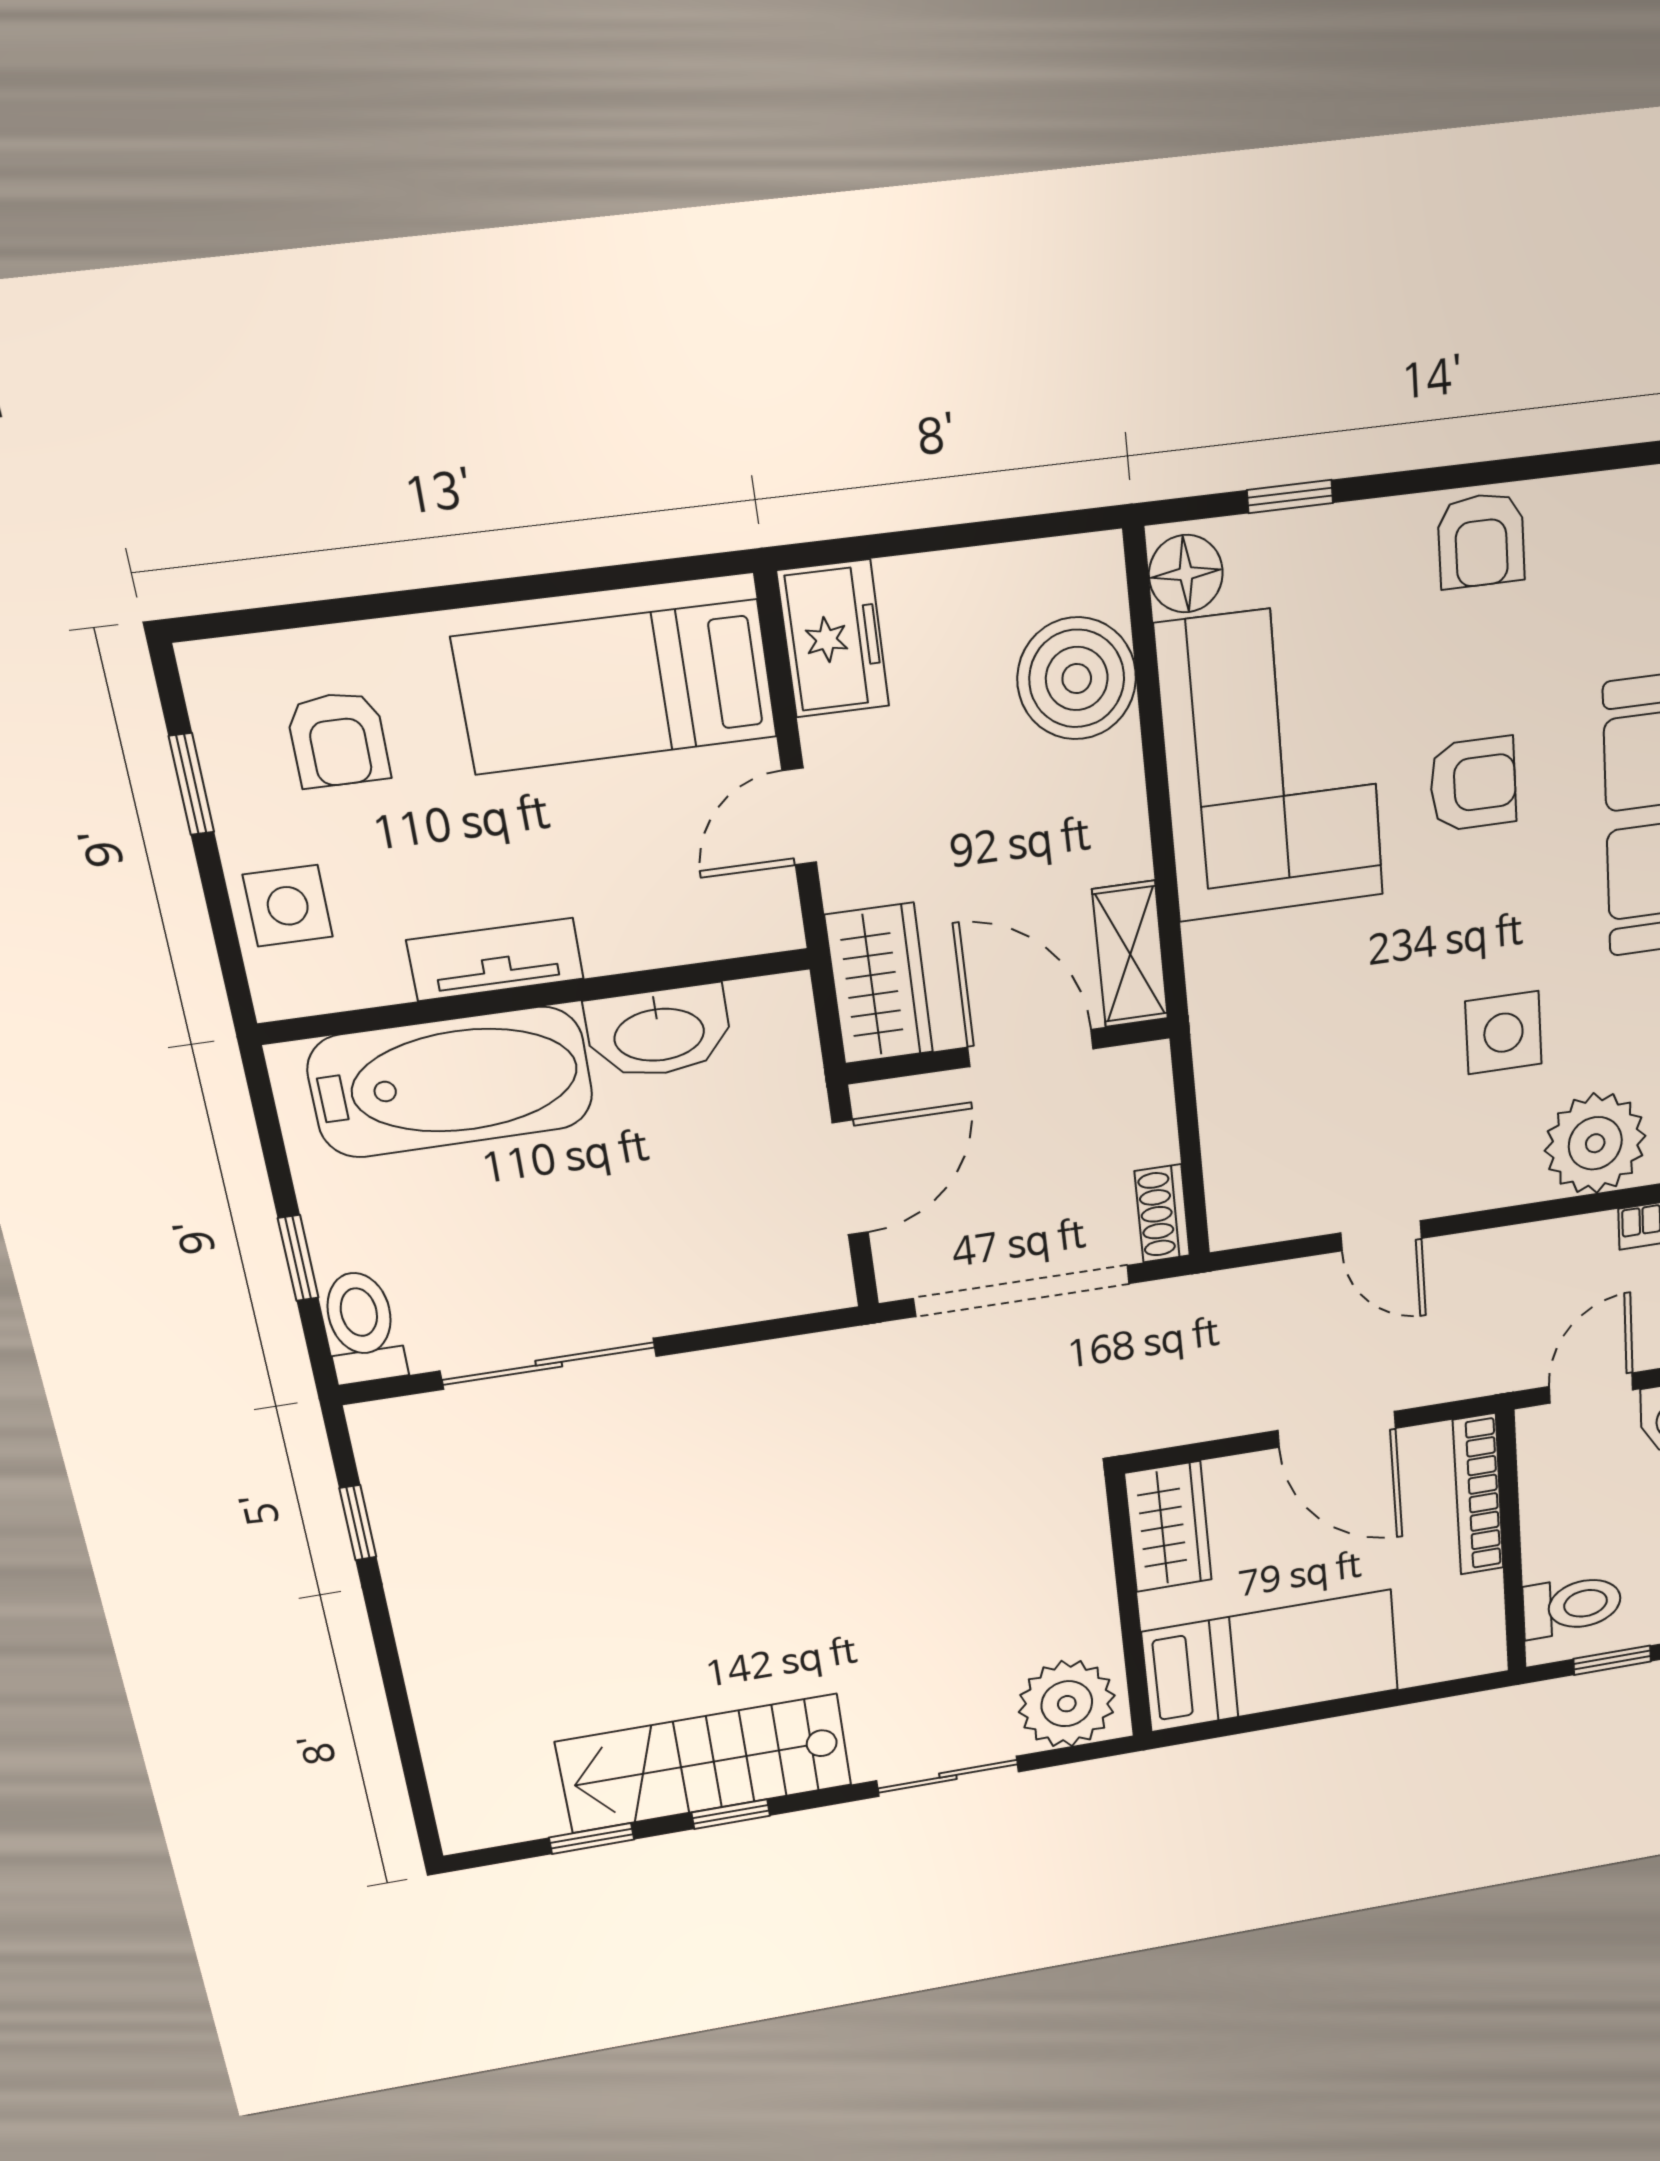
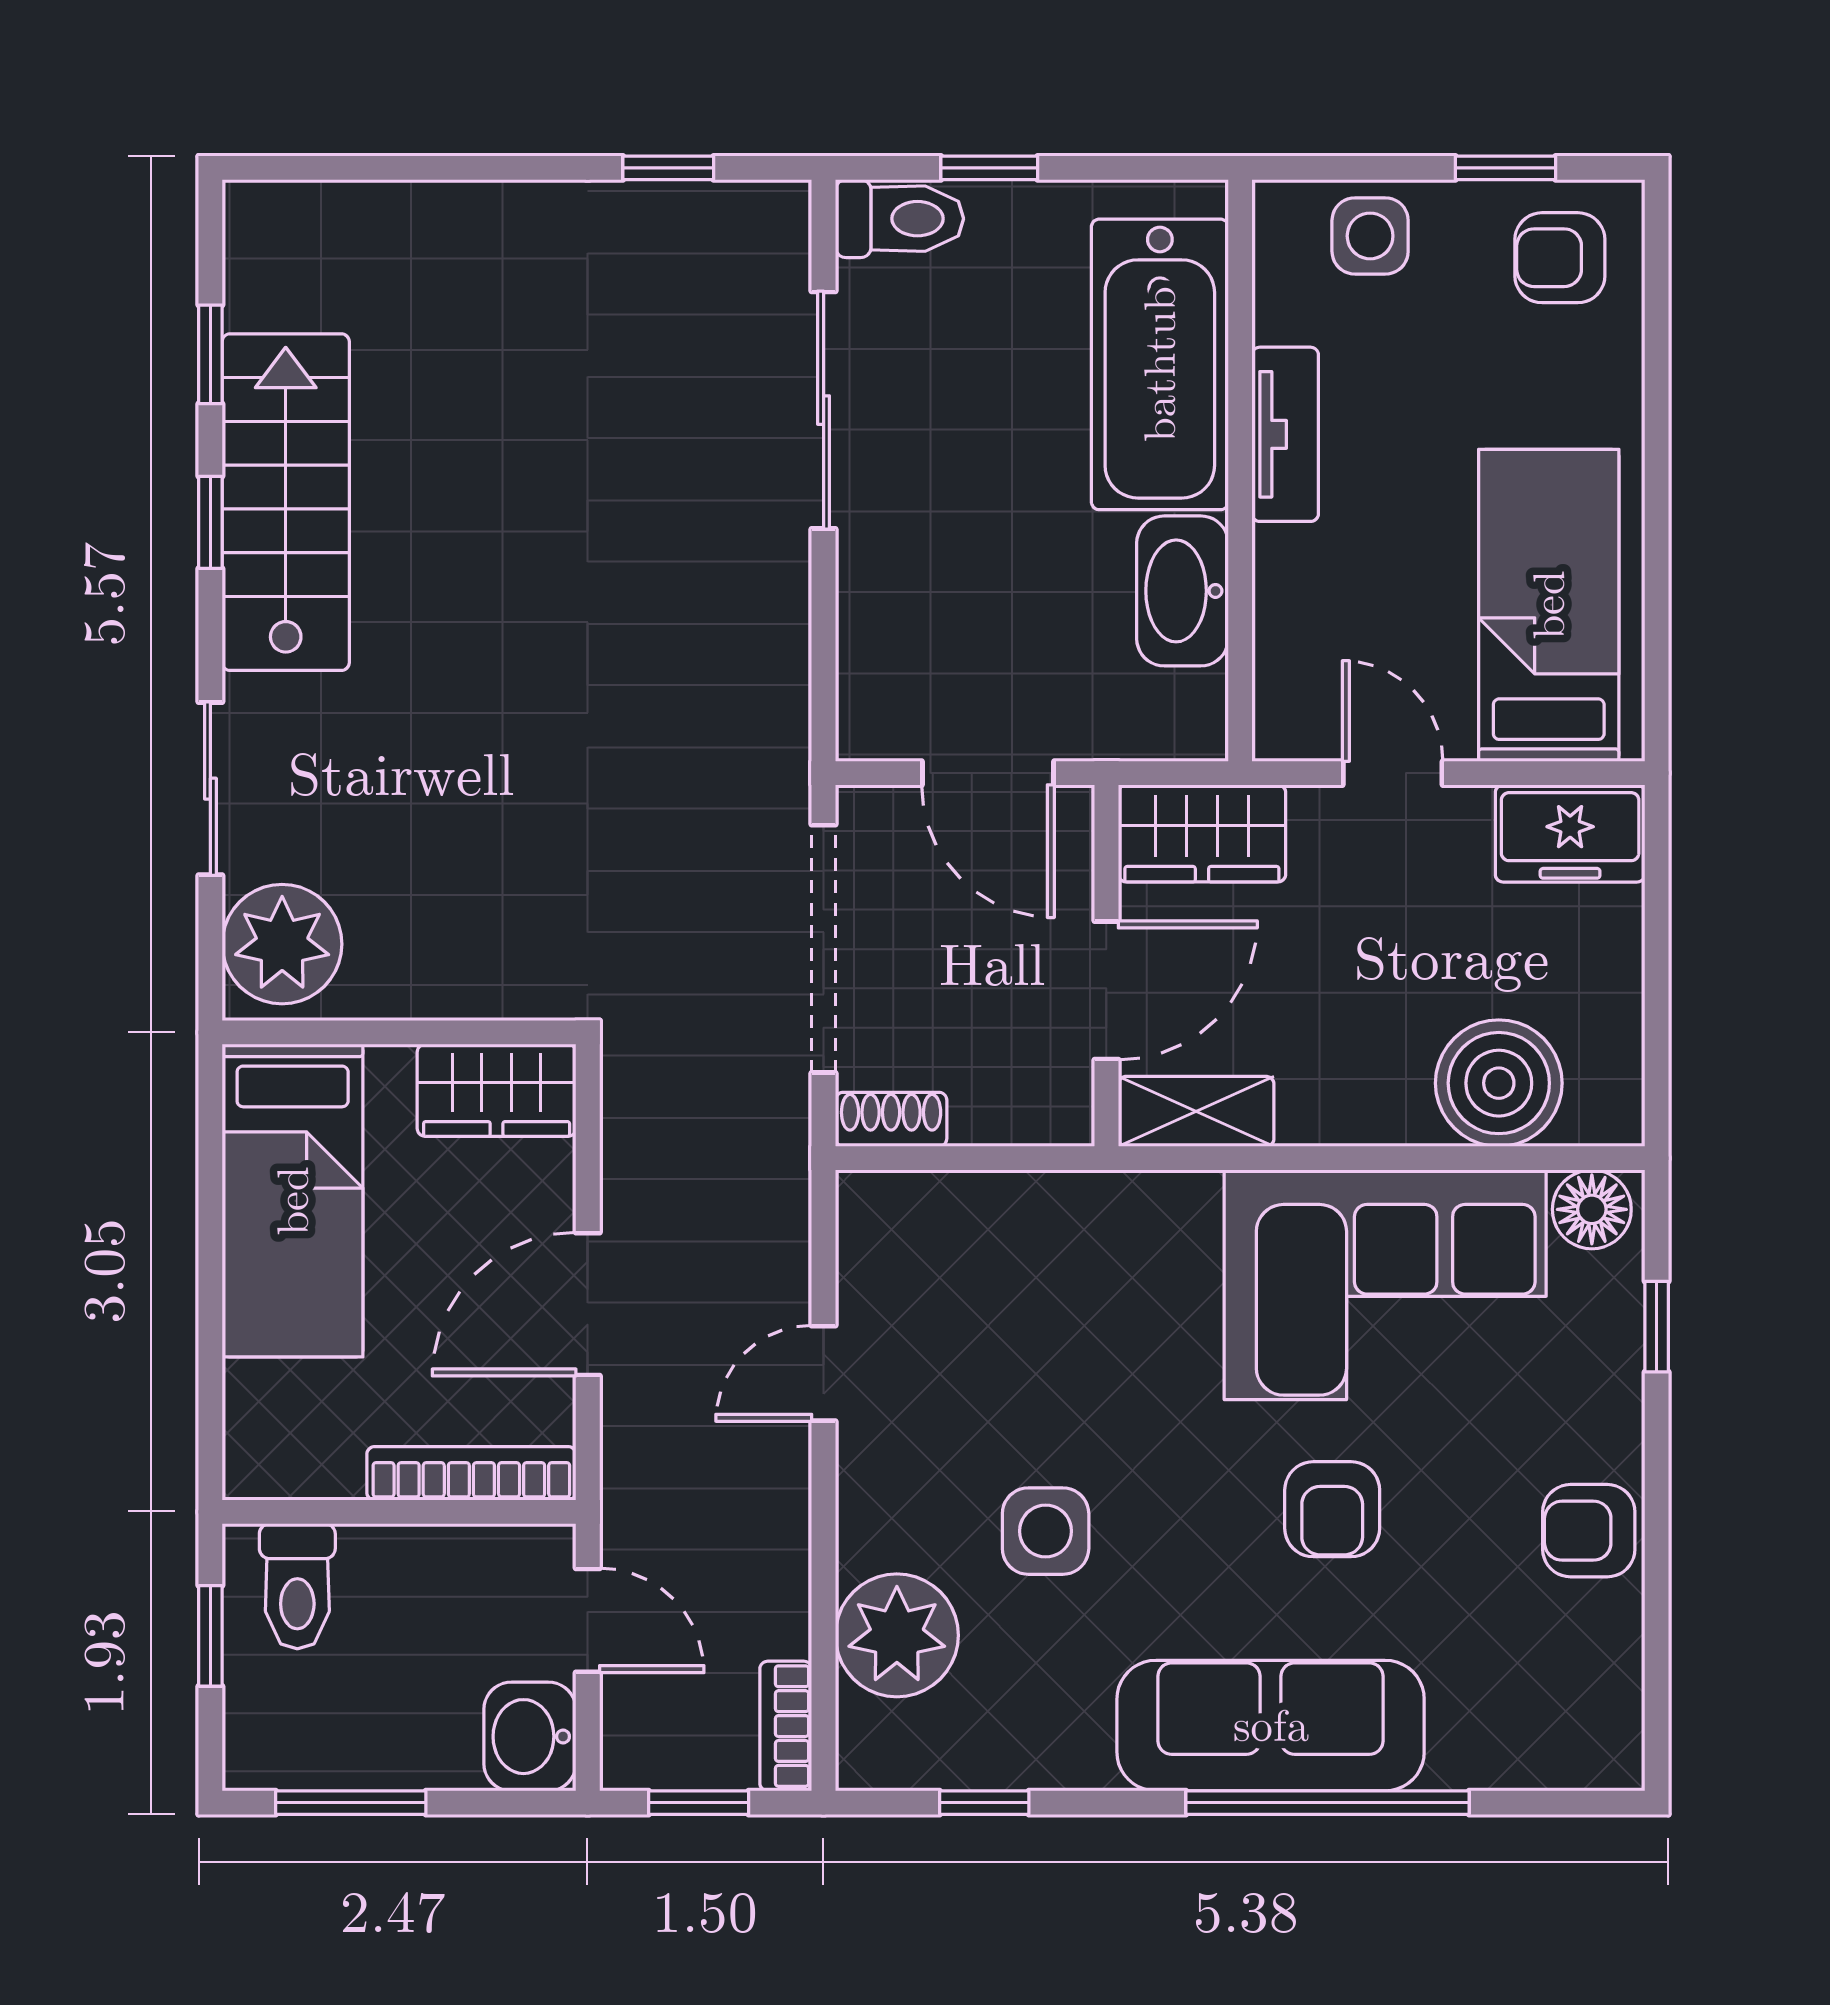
armchair: (338, 740) -> (1560, 258), moved

